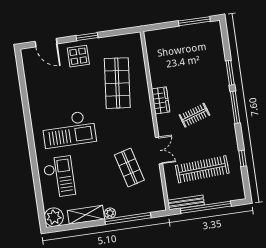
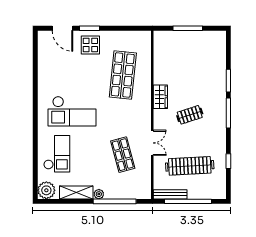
window: (194, 21) -> (188, 28), moved
window: (87, 37) -> (90, 28), moved

